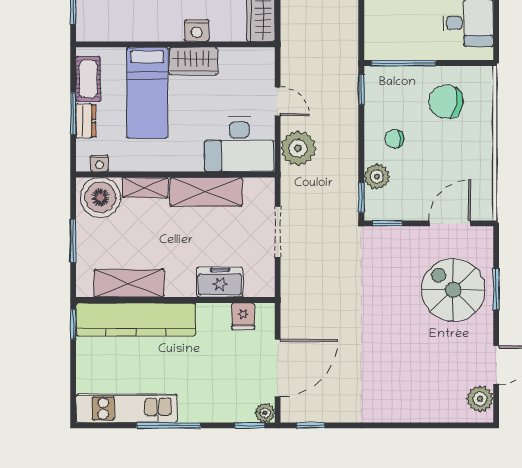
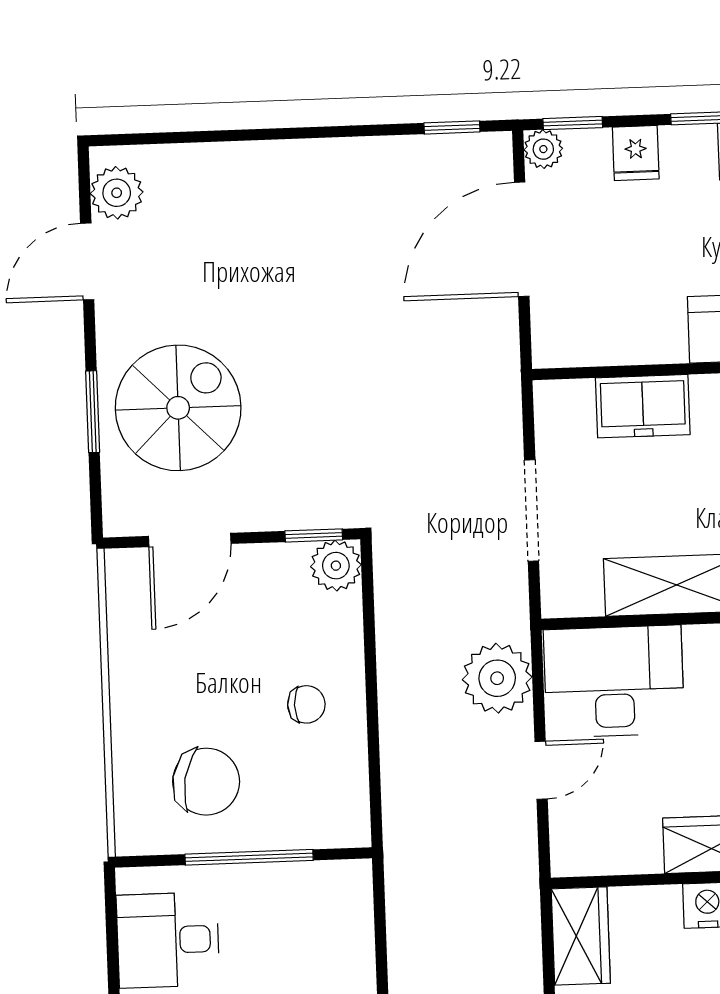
window: (403, 63) -> (249, 857), moved
window: (361, 89) -> (375, 800), removed
door: (278, 101) -> (541, 770), swing flipped
plant: (377, 177) -> (336, 566), moved
window: (361, 198) -> (368, 584), removed
spiral stairs: (453, 290) -> (178, 408), turned -90
fridge: (243, 316) -> (636, 153), moved, turned 180

